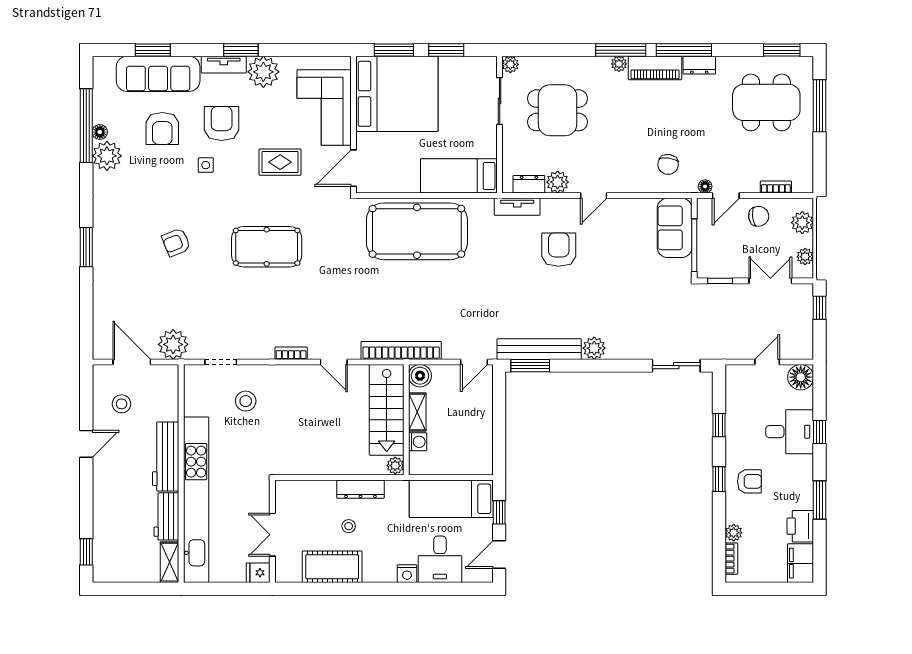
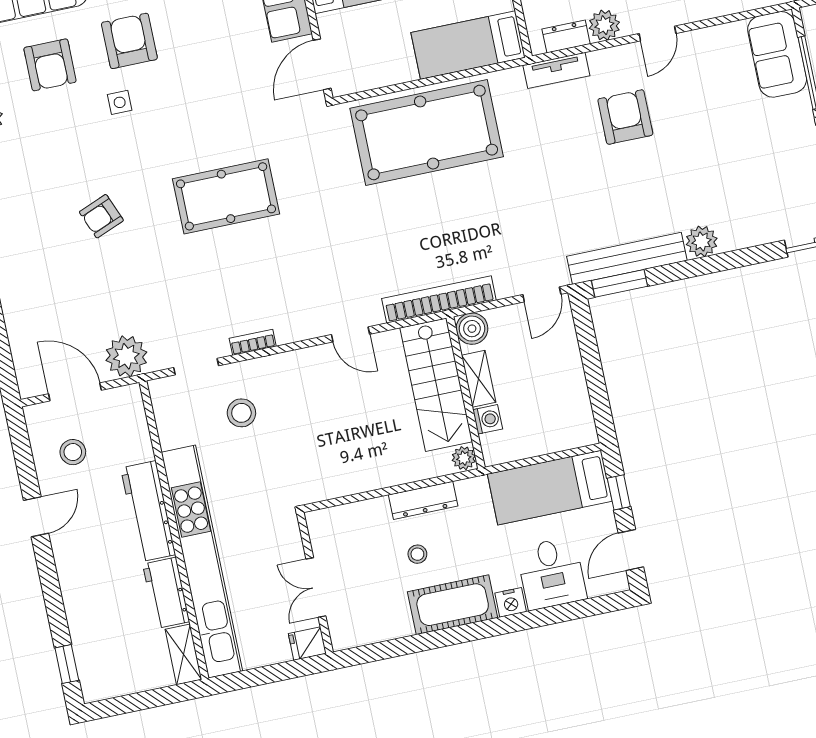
rug: (280, 162) -> (220, 77), removed
bookcase: (291, 353) -> (253, 342), moved
cot: (332, 567) -> (453, 605), moved

